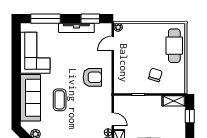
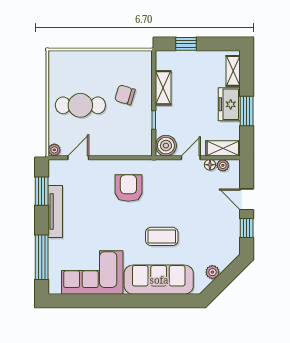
door: (113, 43) -> (78, 158), swing flipped
cafe table: (174, 46) -> (80, 105), moved
shelving: (174, 101) -> (163, 88), moved
boiler: (121, 103) -> (166, 146), added

